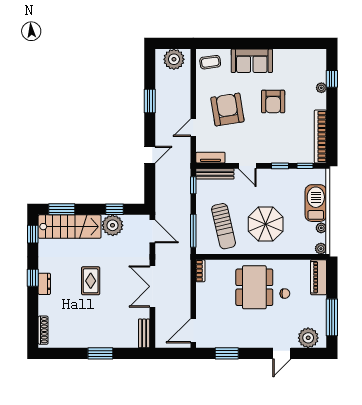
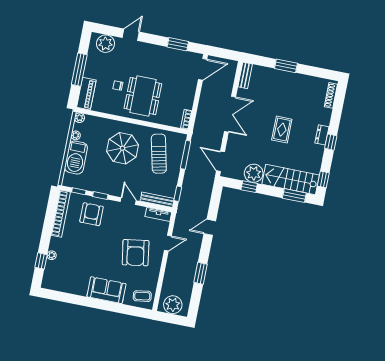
armchair: (273, 101) -> (91, 214), moved
window: (332, 317) -> (79, 70), moved

